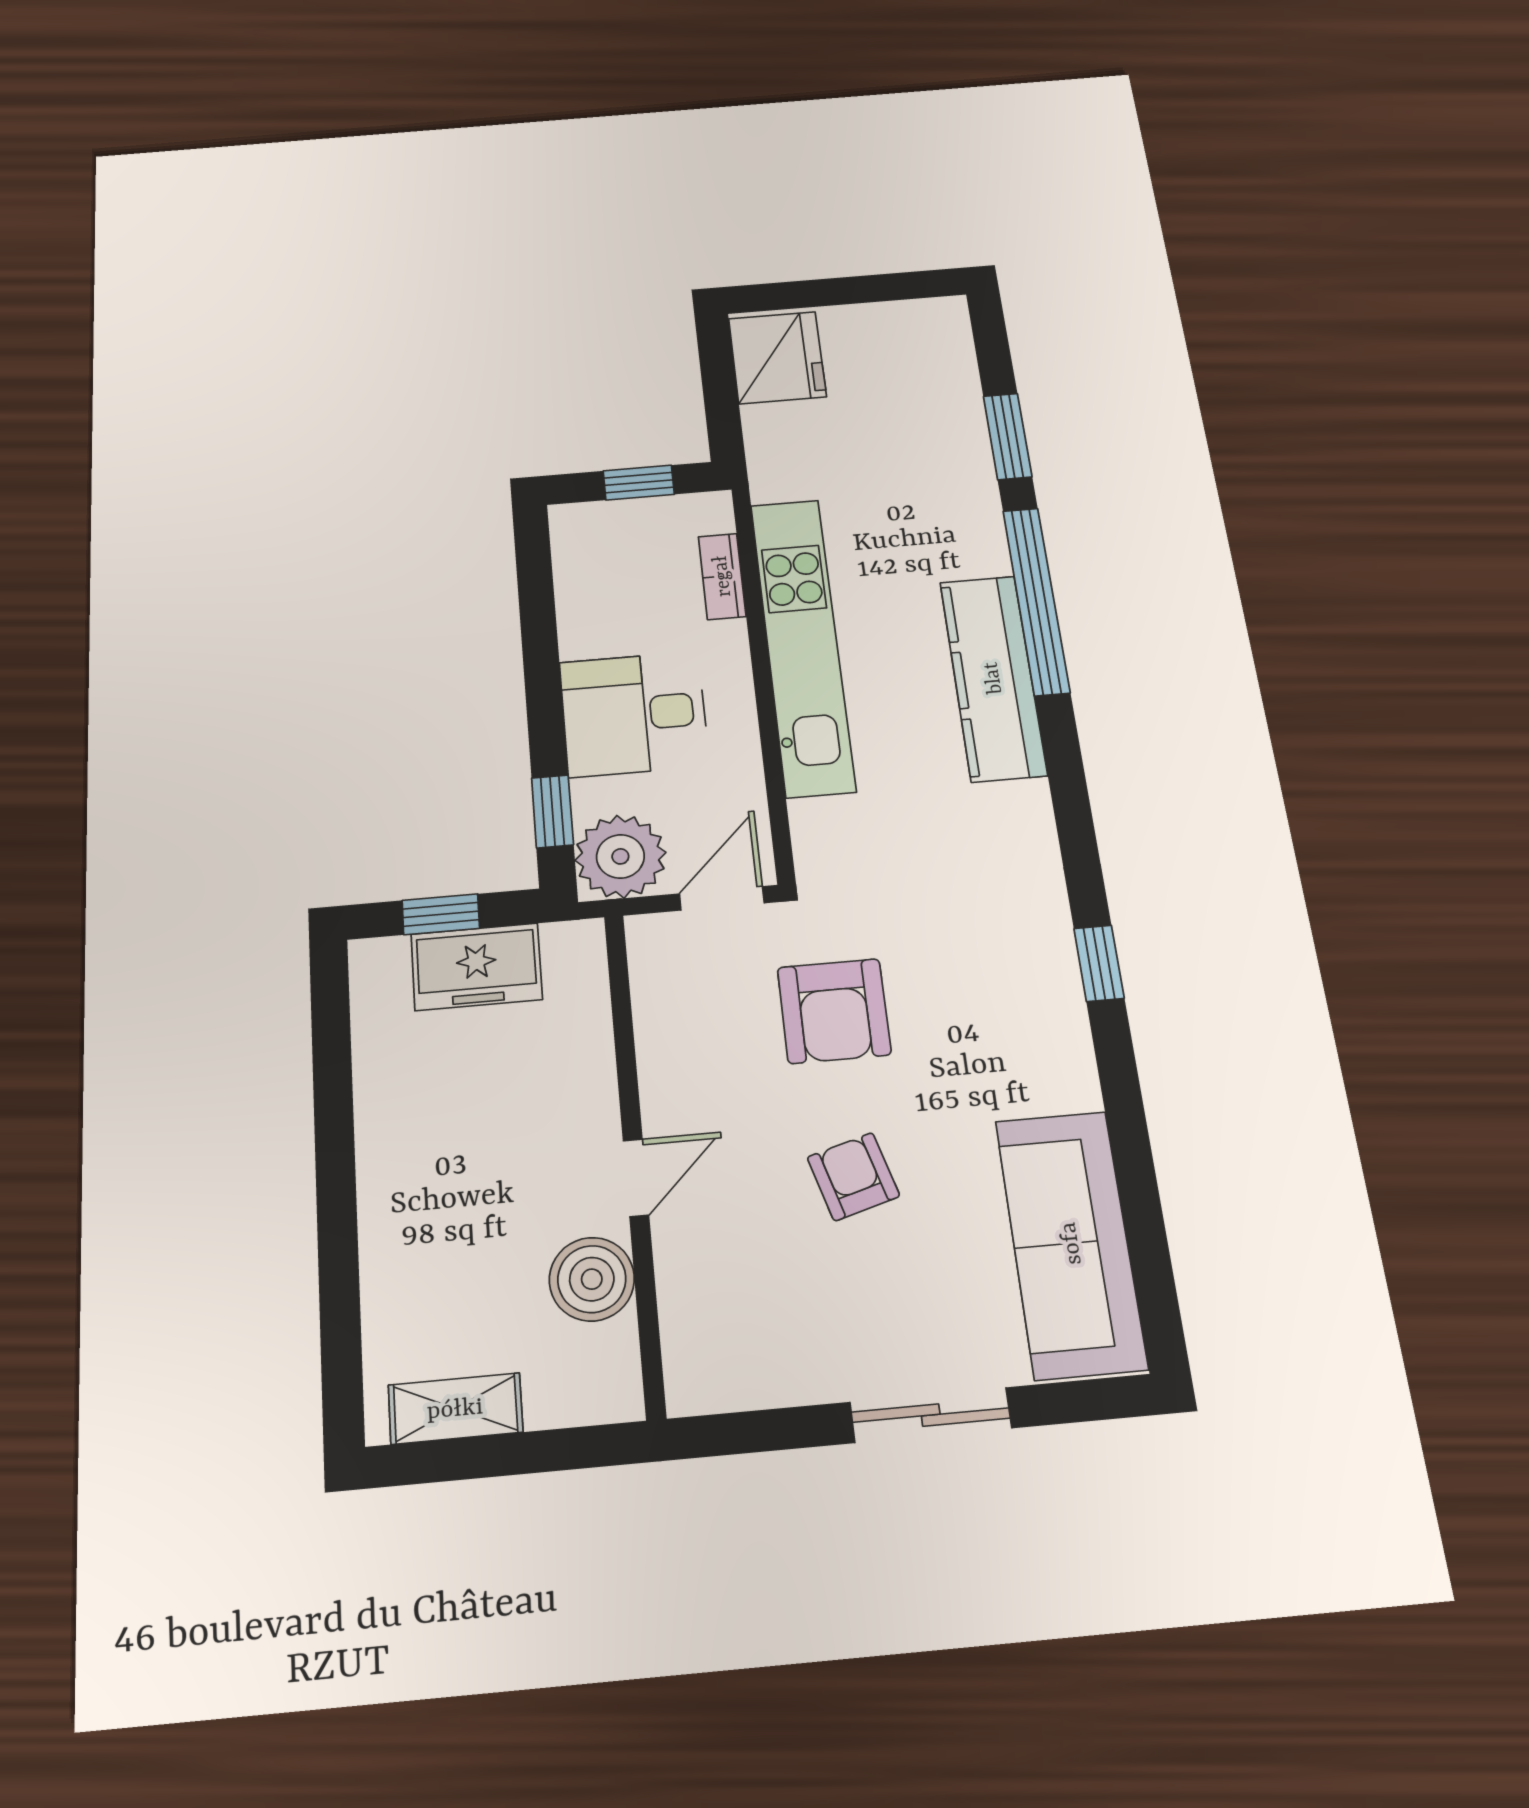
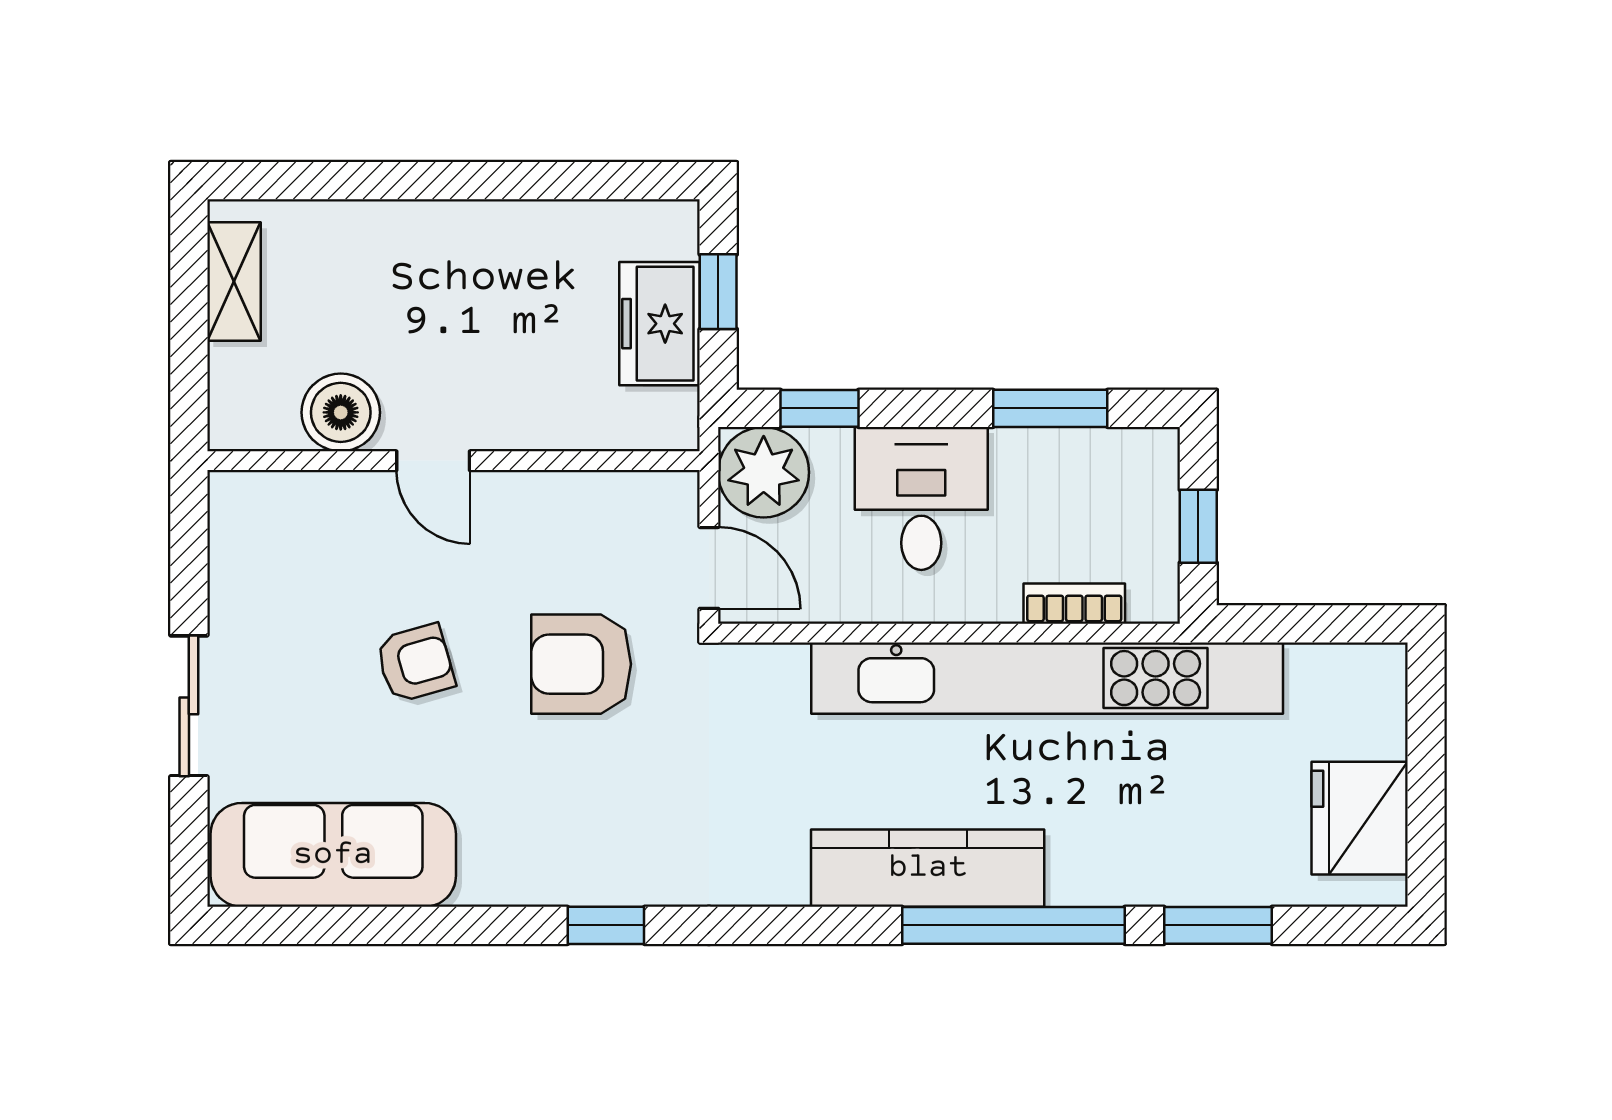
fridge: (777, 358) -> (1360, 818), moved, turned 90
window: (537, 612) -> (1050, 408), added
kitchen unit: (802, 645) -> (1047, 678), width x1.36

